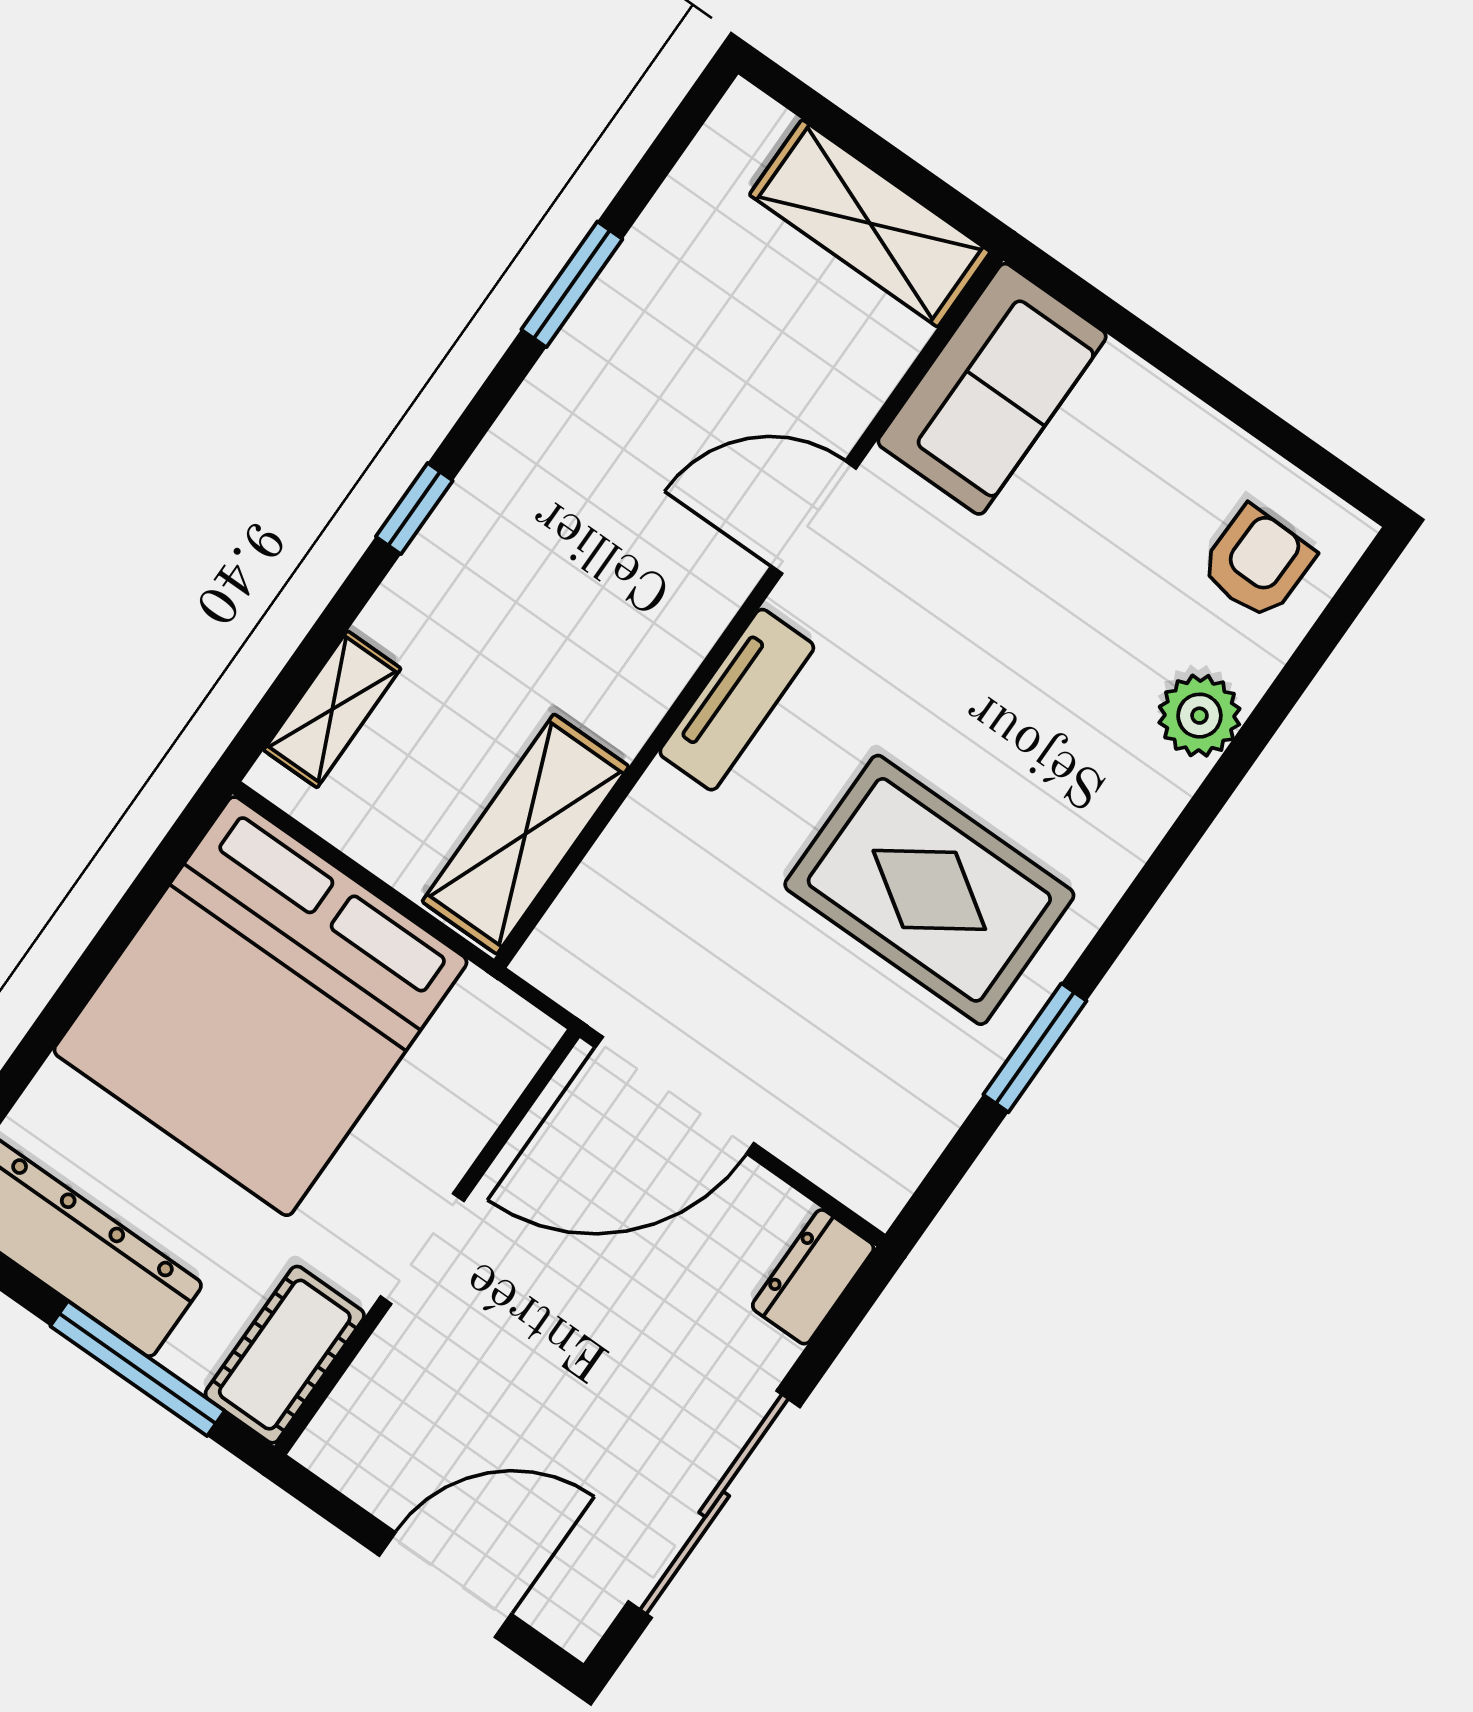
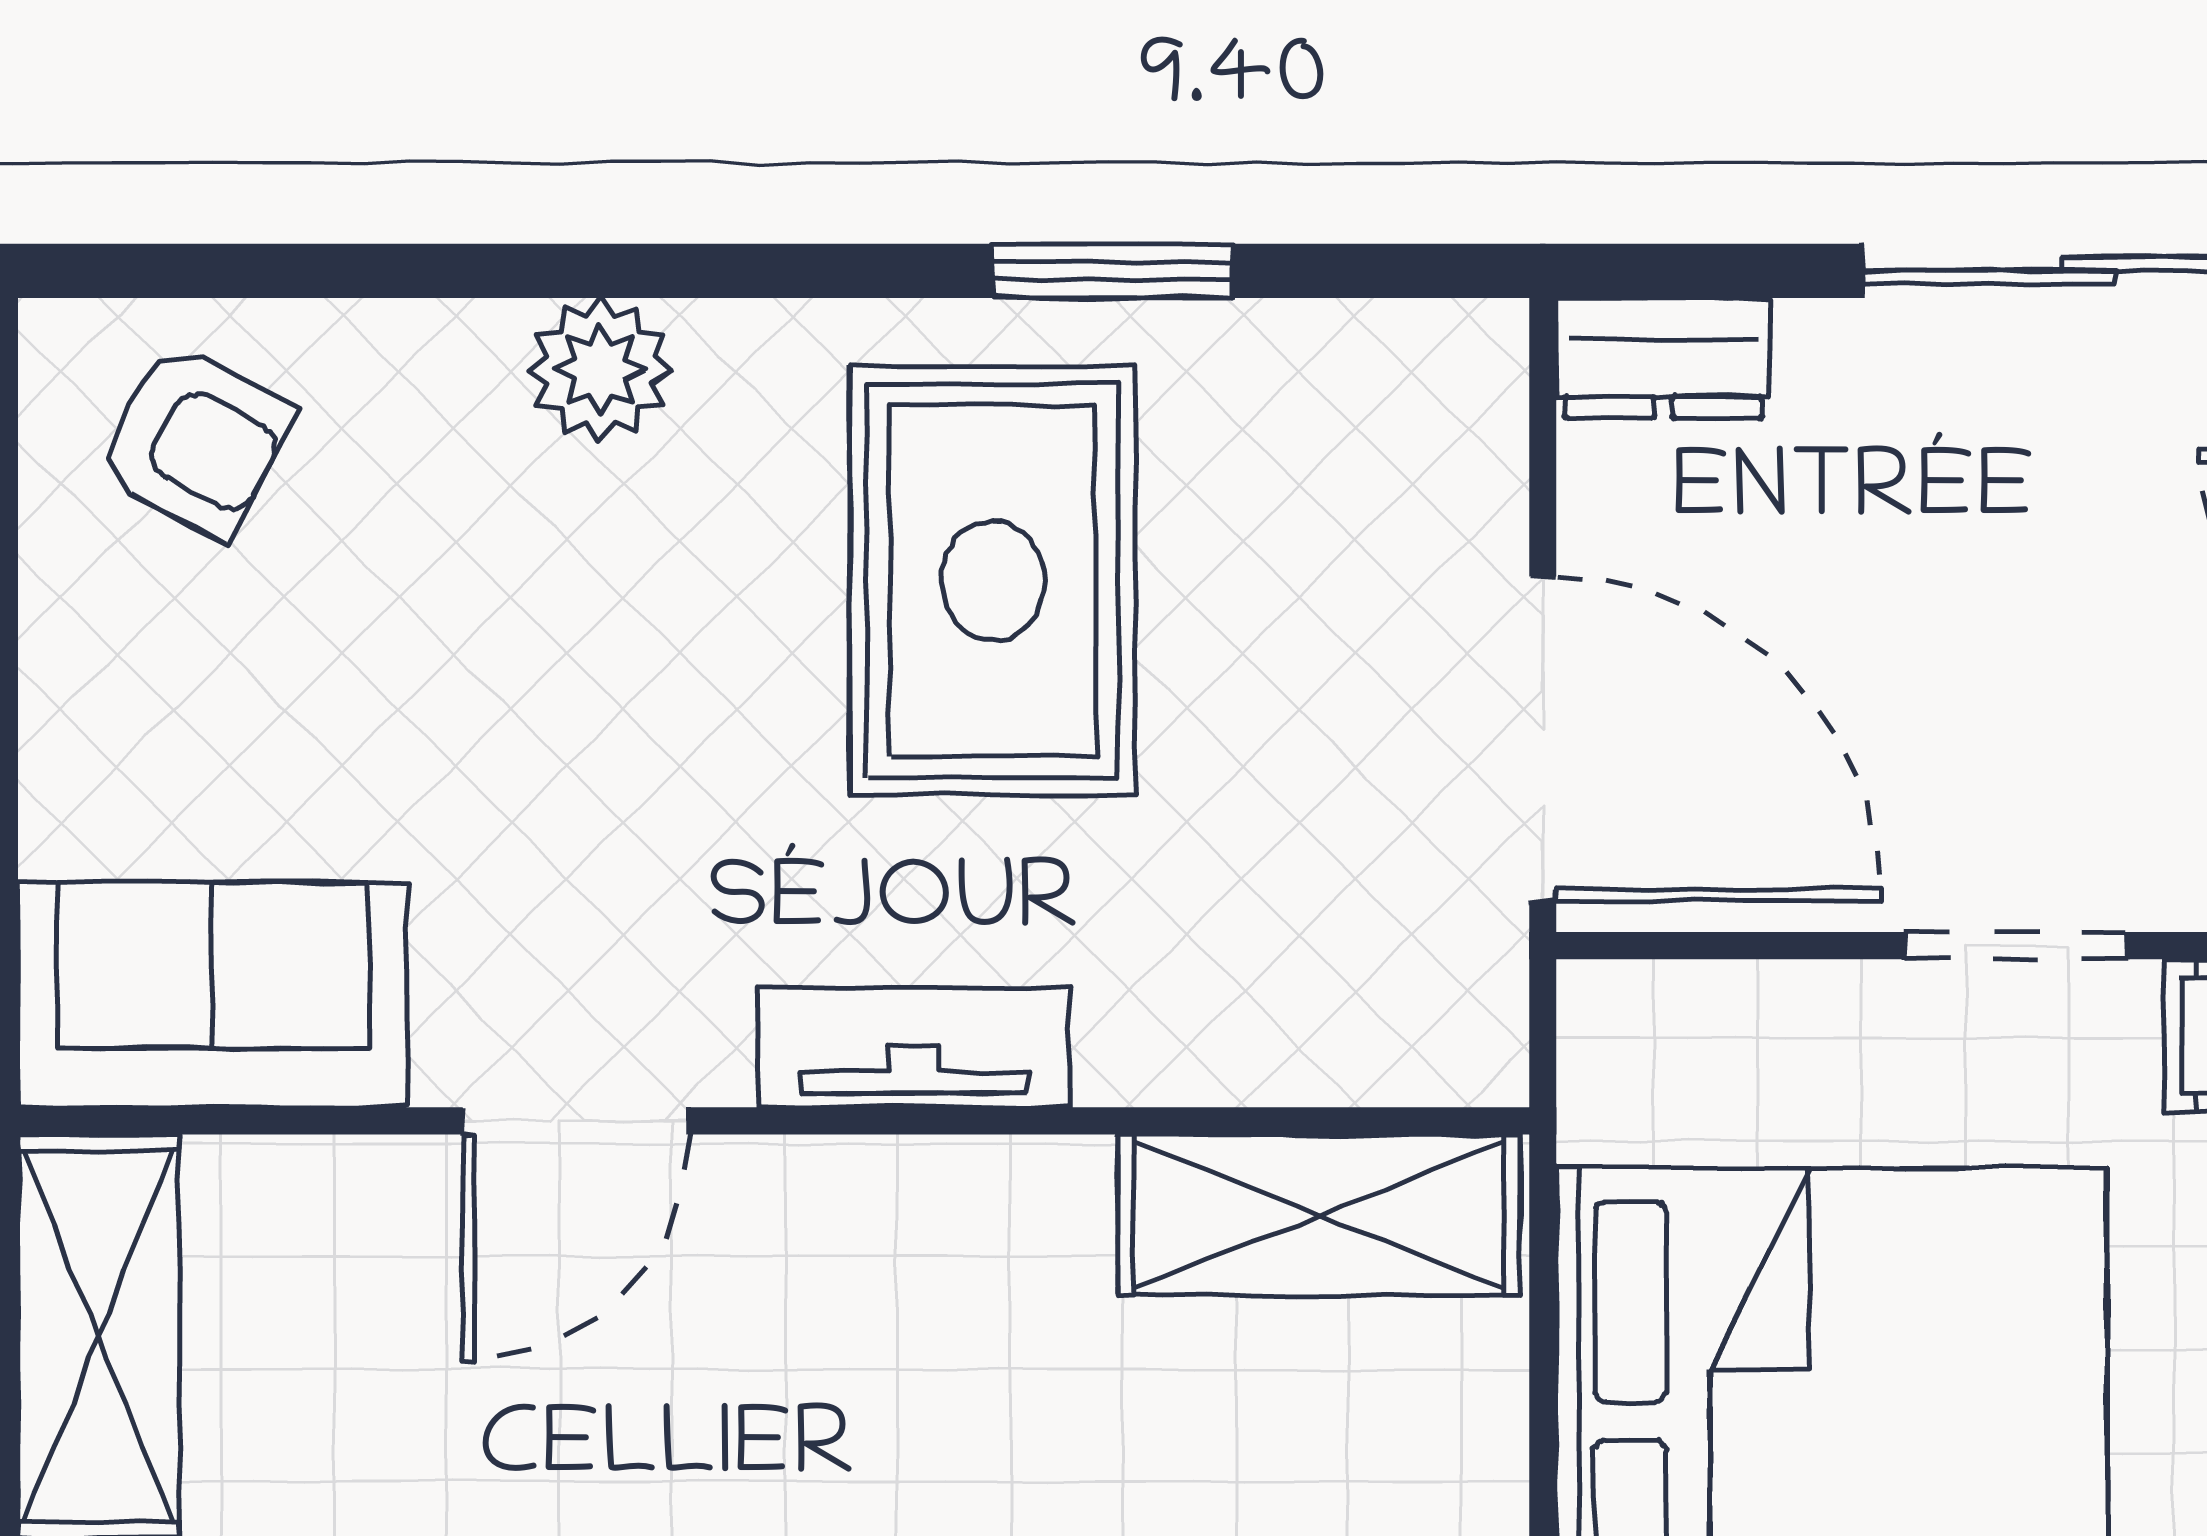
door: (814, 517) -> (576, 1121), hinge flipped
armchair: (1257, 563) -> (195, 441), turned -153
plant: (1199, 716) -> (600, 370), moved

